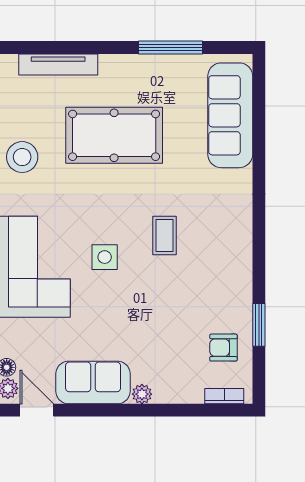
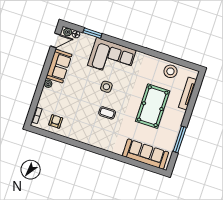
stool: (22, 157) -> (170, 71), moved
window: (259, 325) -> (60, 138), removed

